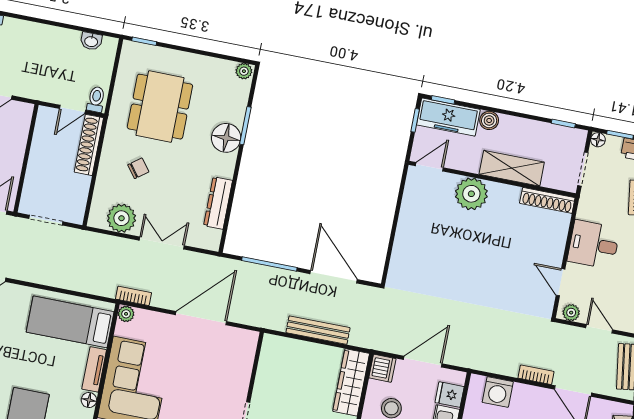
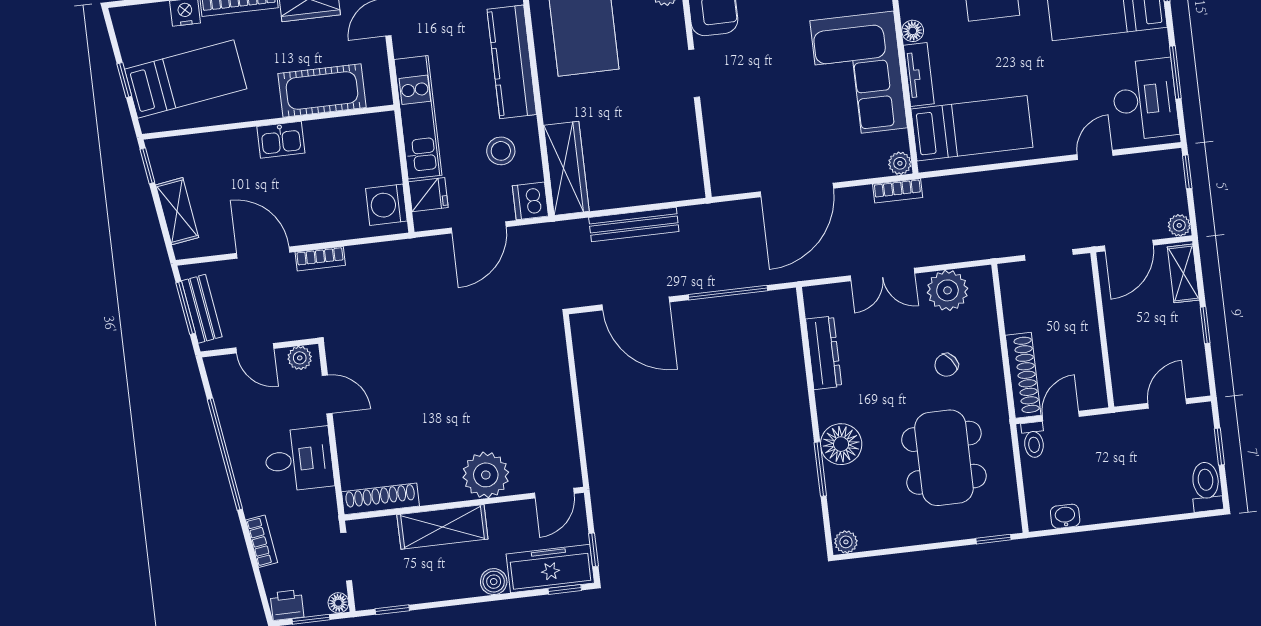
washing machine: (498, 392) -> (386, 205), moved, turned -90

